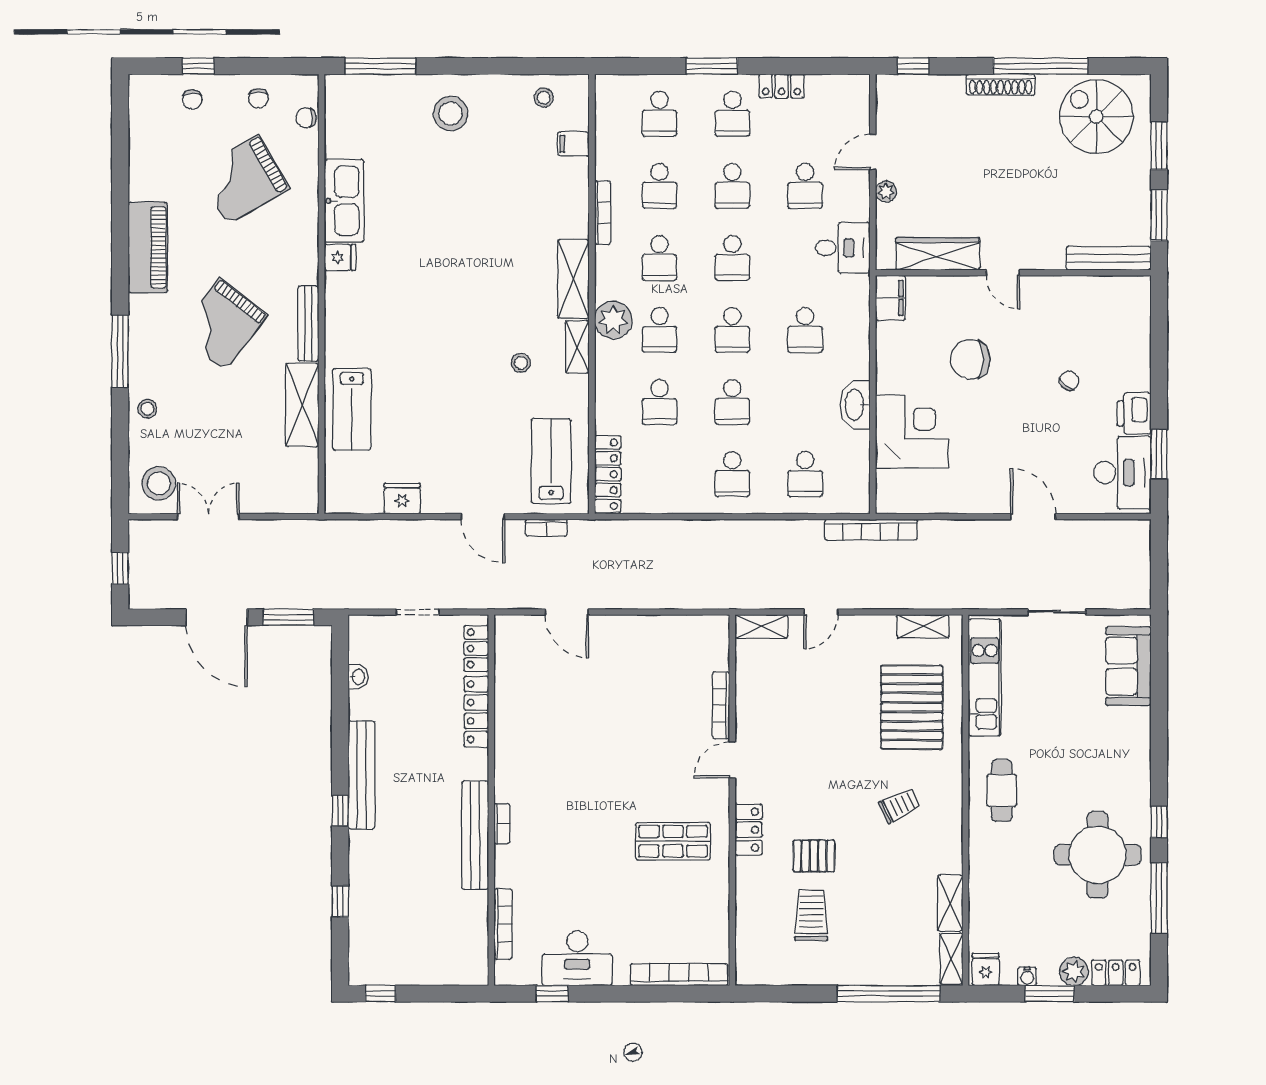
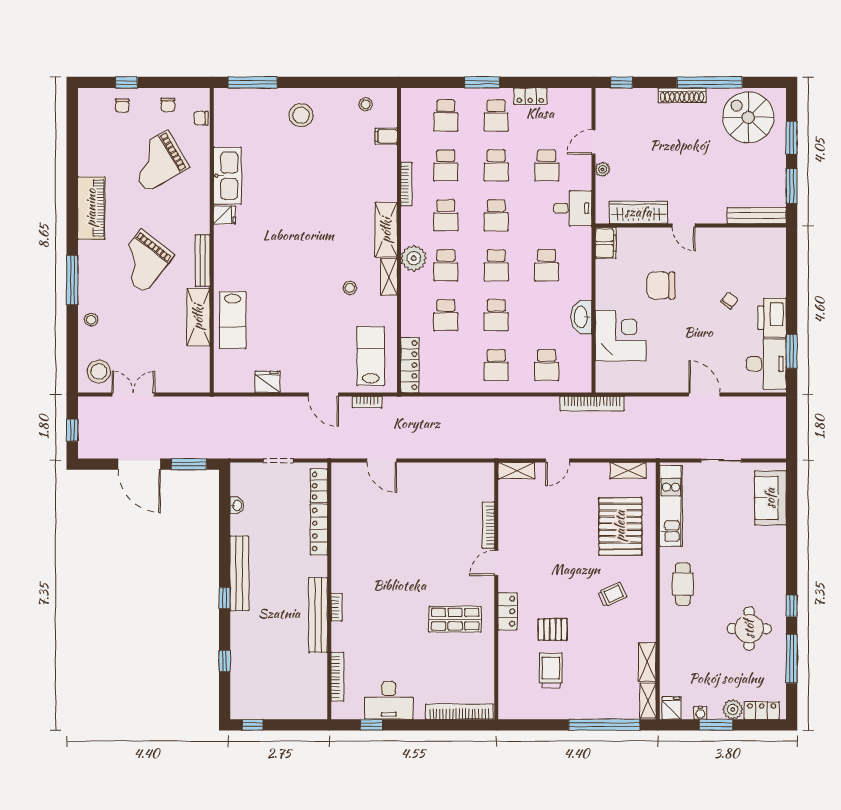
printer: (1134, 413) -> (772, 318), width x1.37, depth x1.19
round table: (1098, 855) -> (749, 629), width x0.73, depth x0.73

